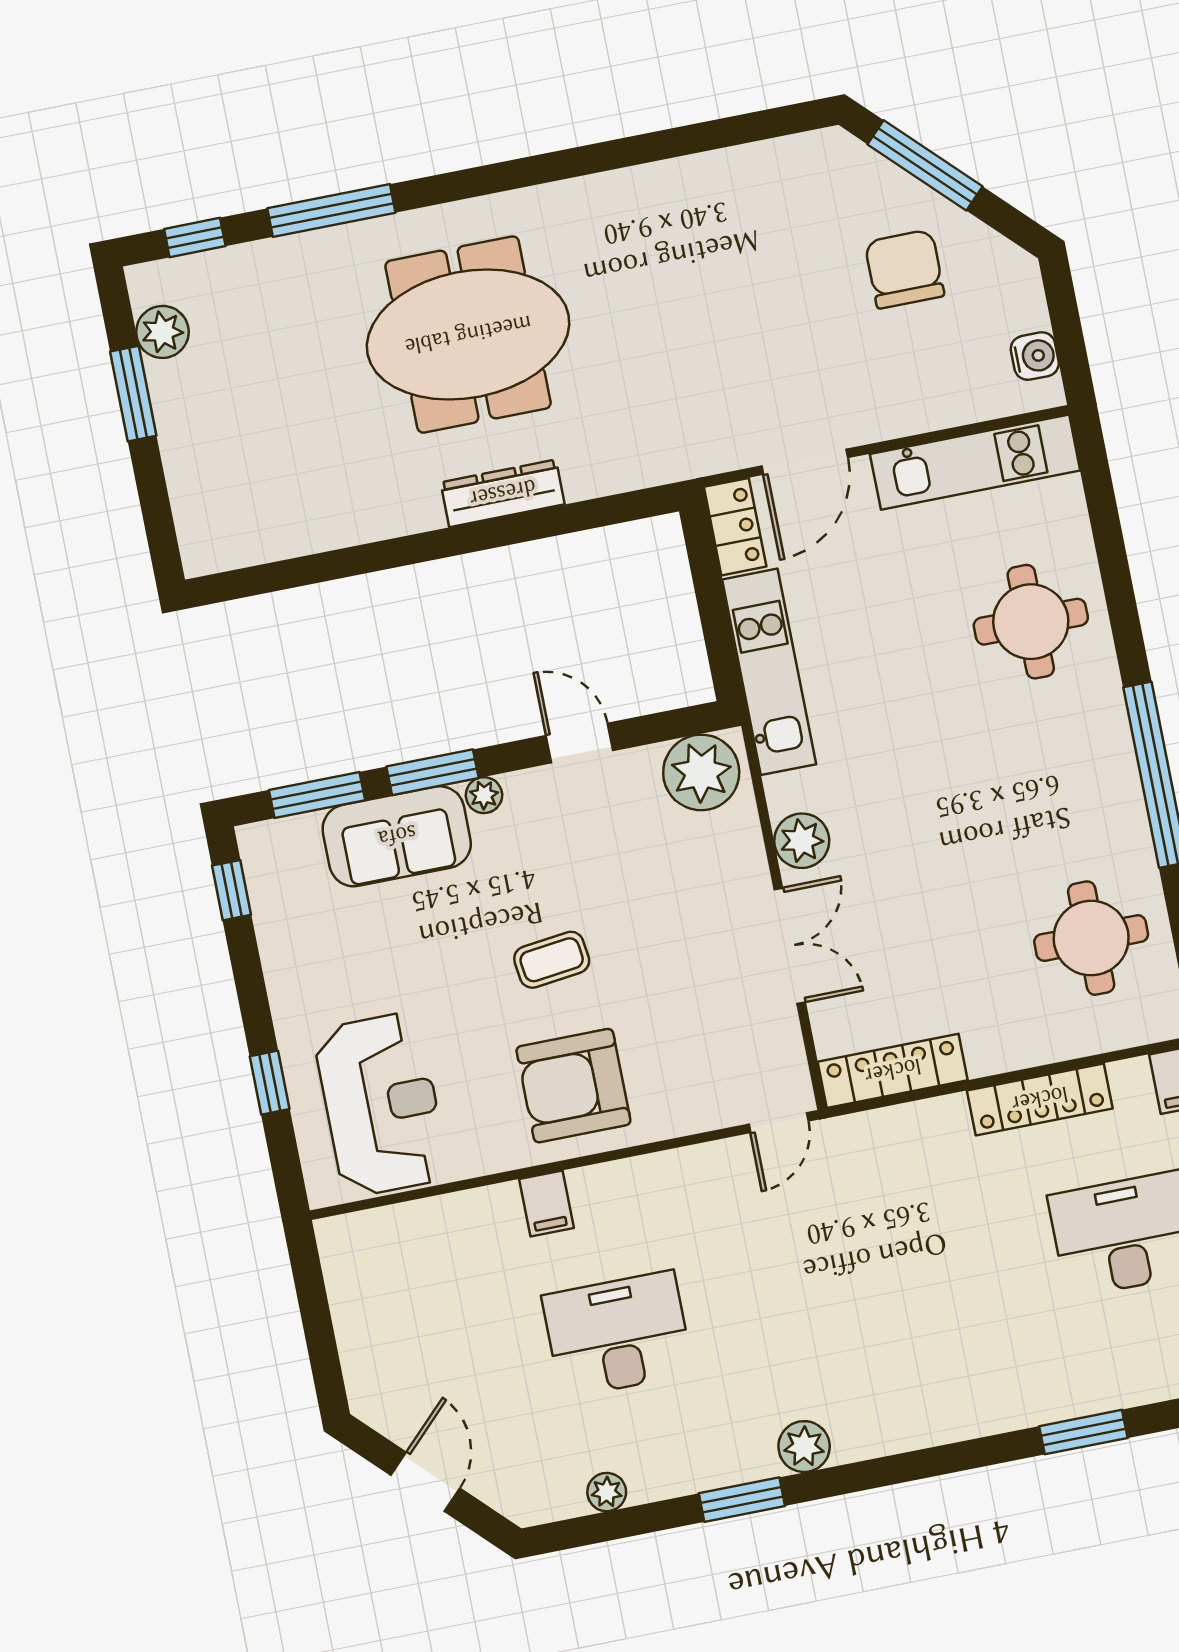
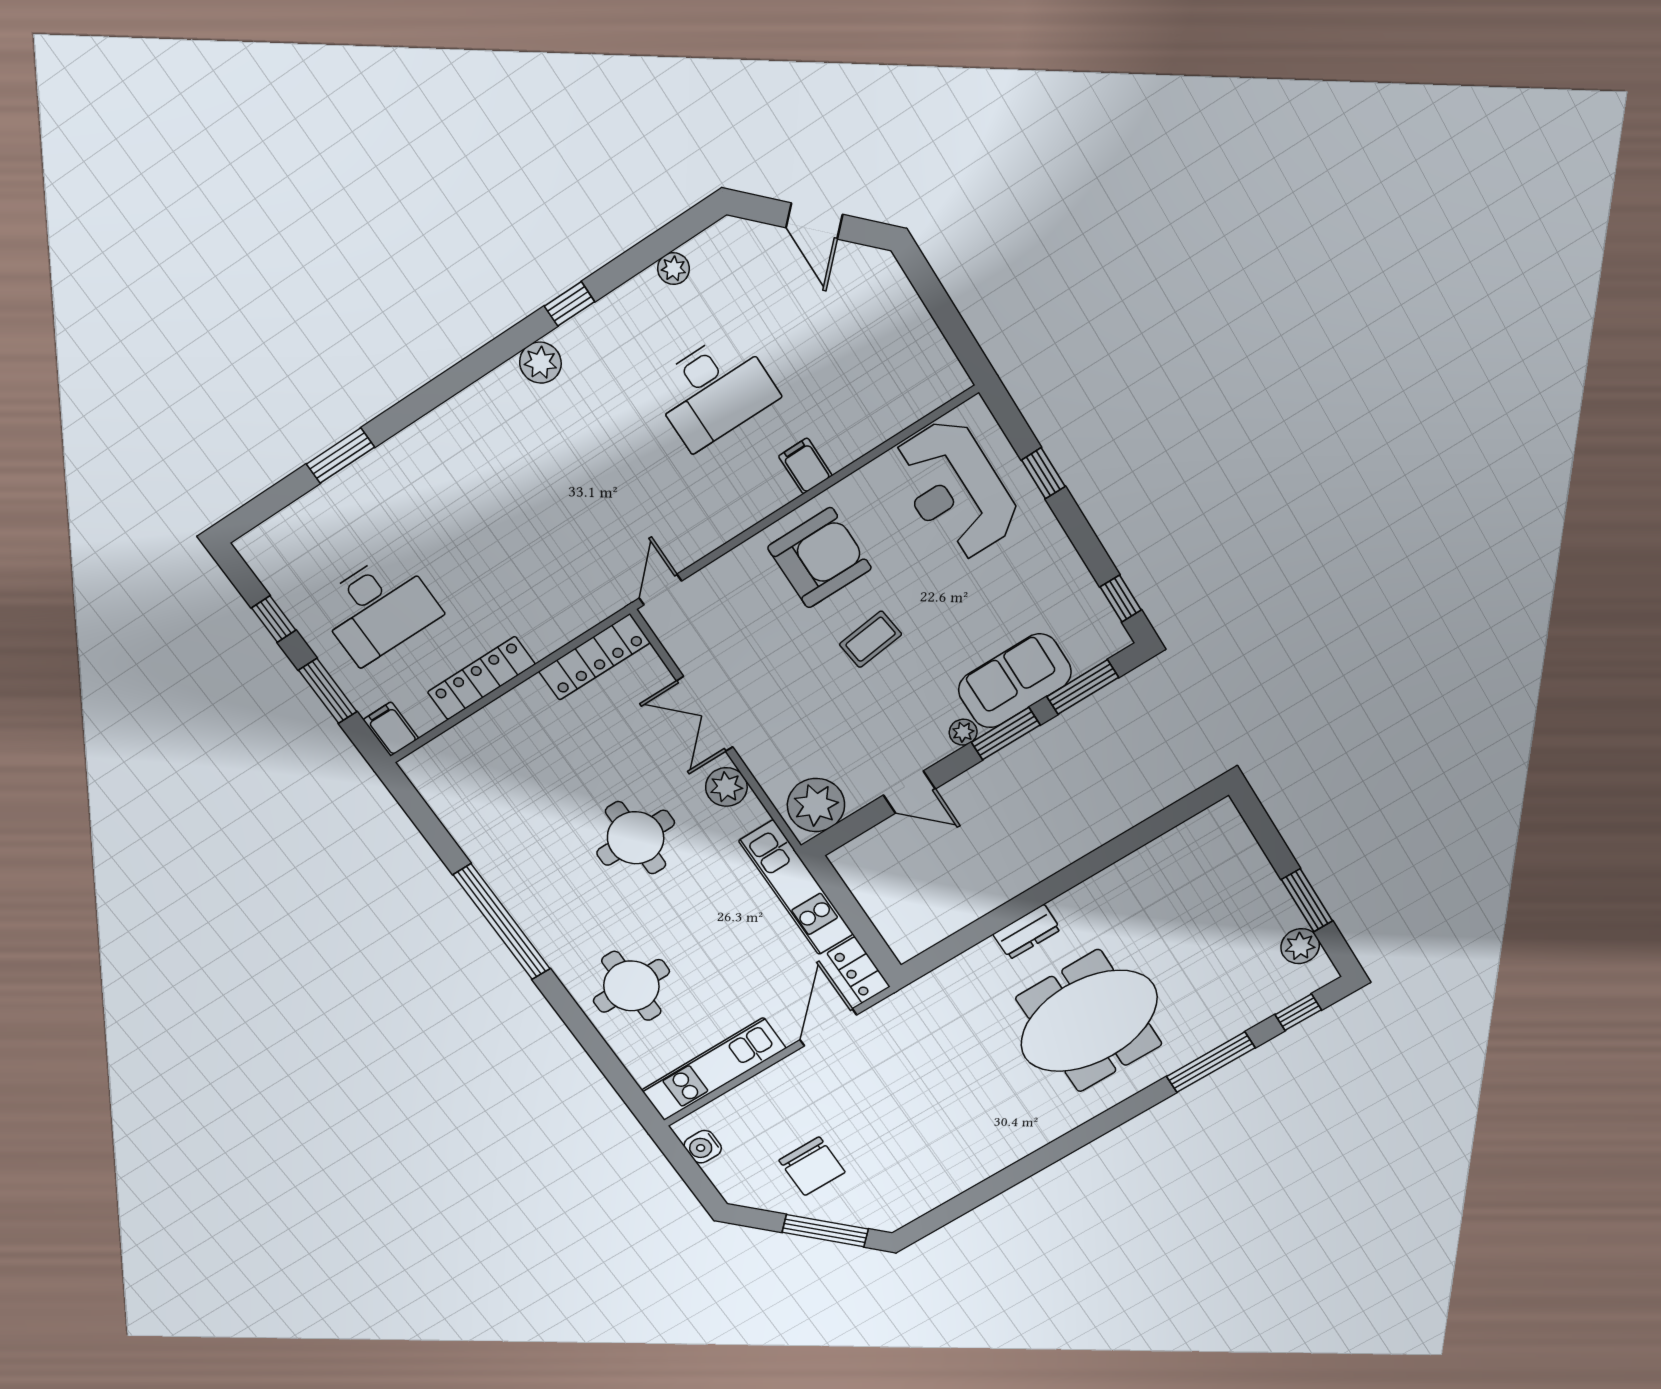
dresser: (503, 493) -> (1027, 932), width x0.70
round table: (1091, 938) -> (636, 838), moved
window: (742, 1500) -> (569, 304), width x0.67

